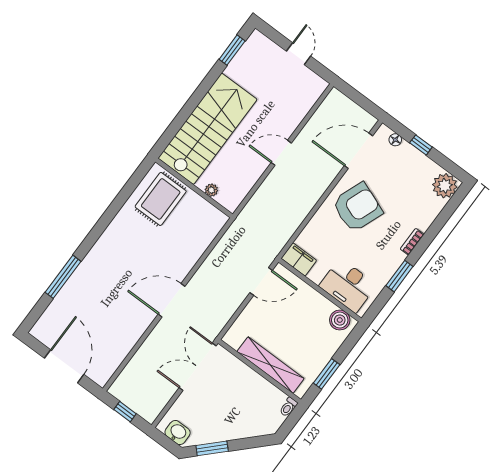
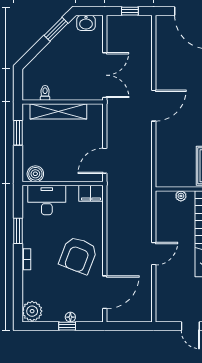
floor lamp: (395, 140) -> (70, 317), moved
toilet: (288, 407) -> (45, 93), moved

